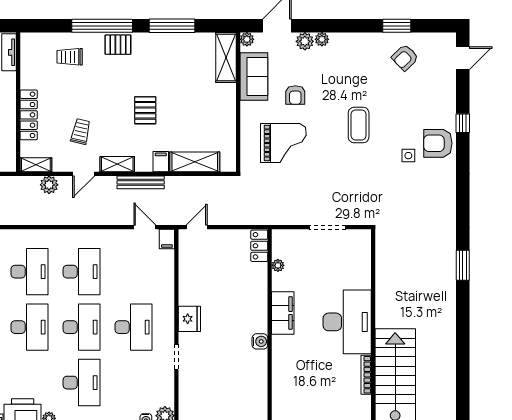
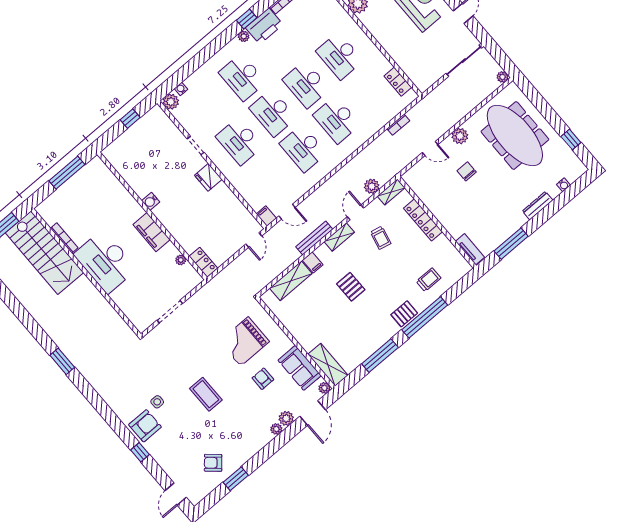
armchair: (405, 58) -> (213, 463), turned -95

